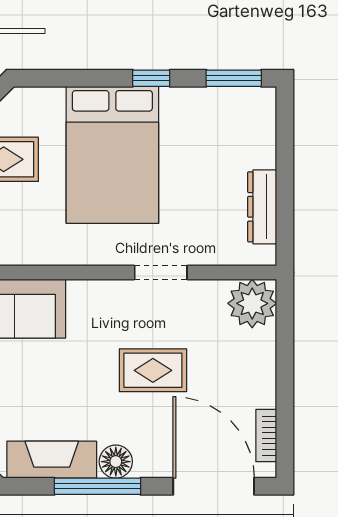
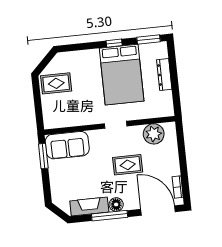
bed: (112, 155) -> (122, 75), moved
dresser: (262, 207) -> (164, 75), moved
doorway: (161, 272) -> (116, 125), moved
plant: (252, 303) -> (154, 134), moved

